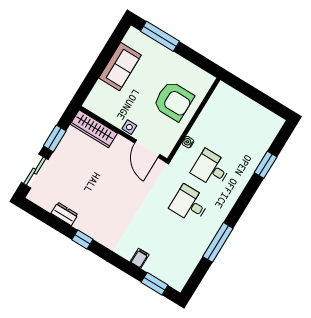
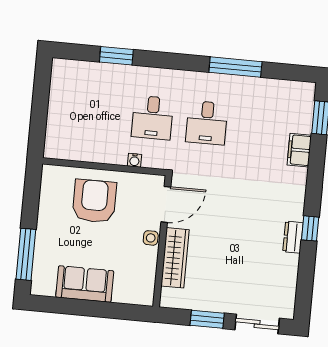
wardrobe: (94, 129) -> (175, 258), moved
dresser: (65, 214) -> (293, 237), moved
filing cabinet: (140, 258) -> (299, 150), width x2.00

